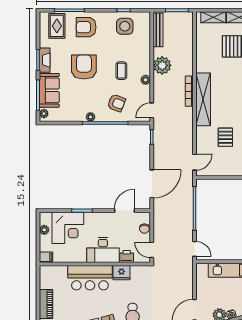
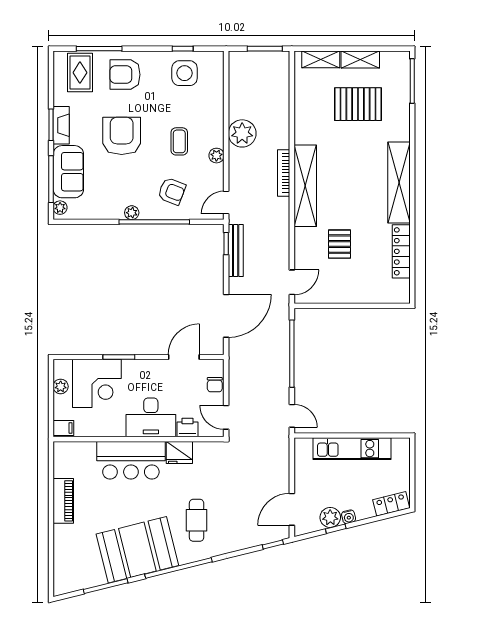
bench: (158, 30) -> (236, 251), moved

